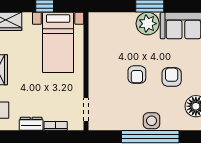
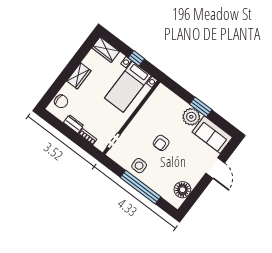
armchair: (172, 77) -> (181, 161), removed
side table: (152, 121) -> (139, 166), moved

